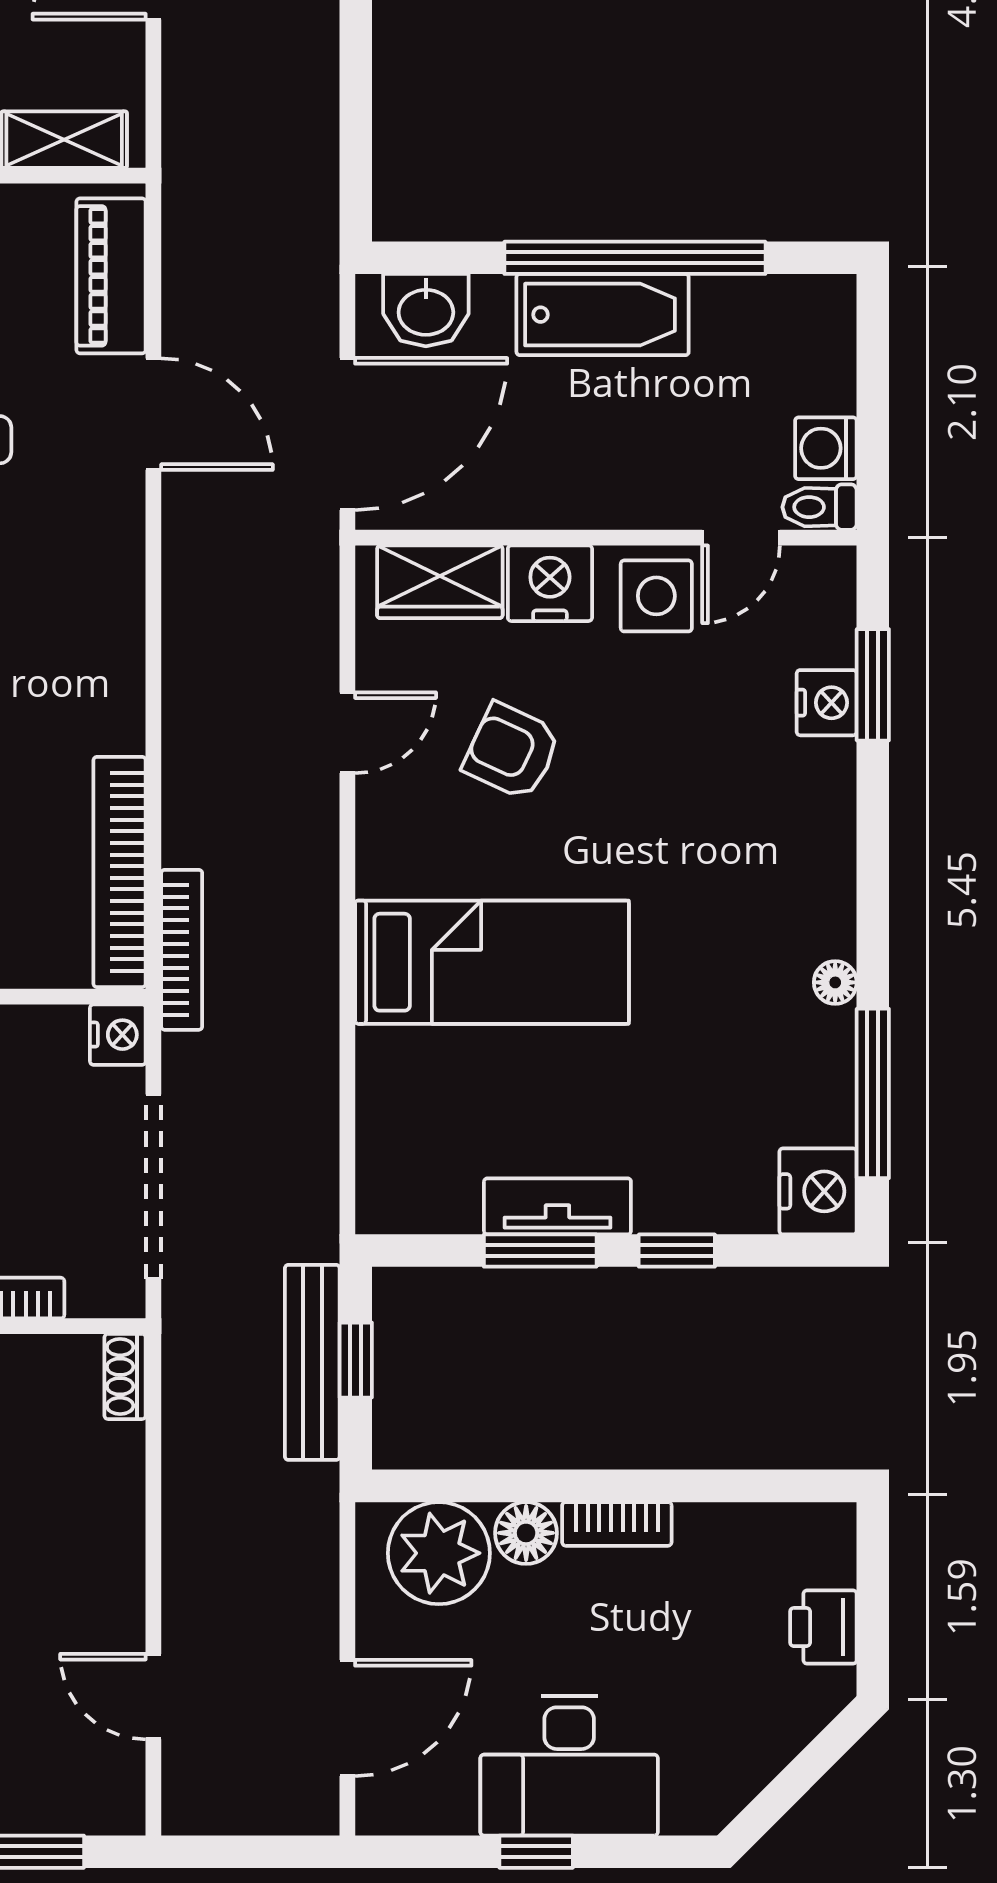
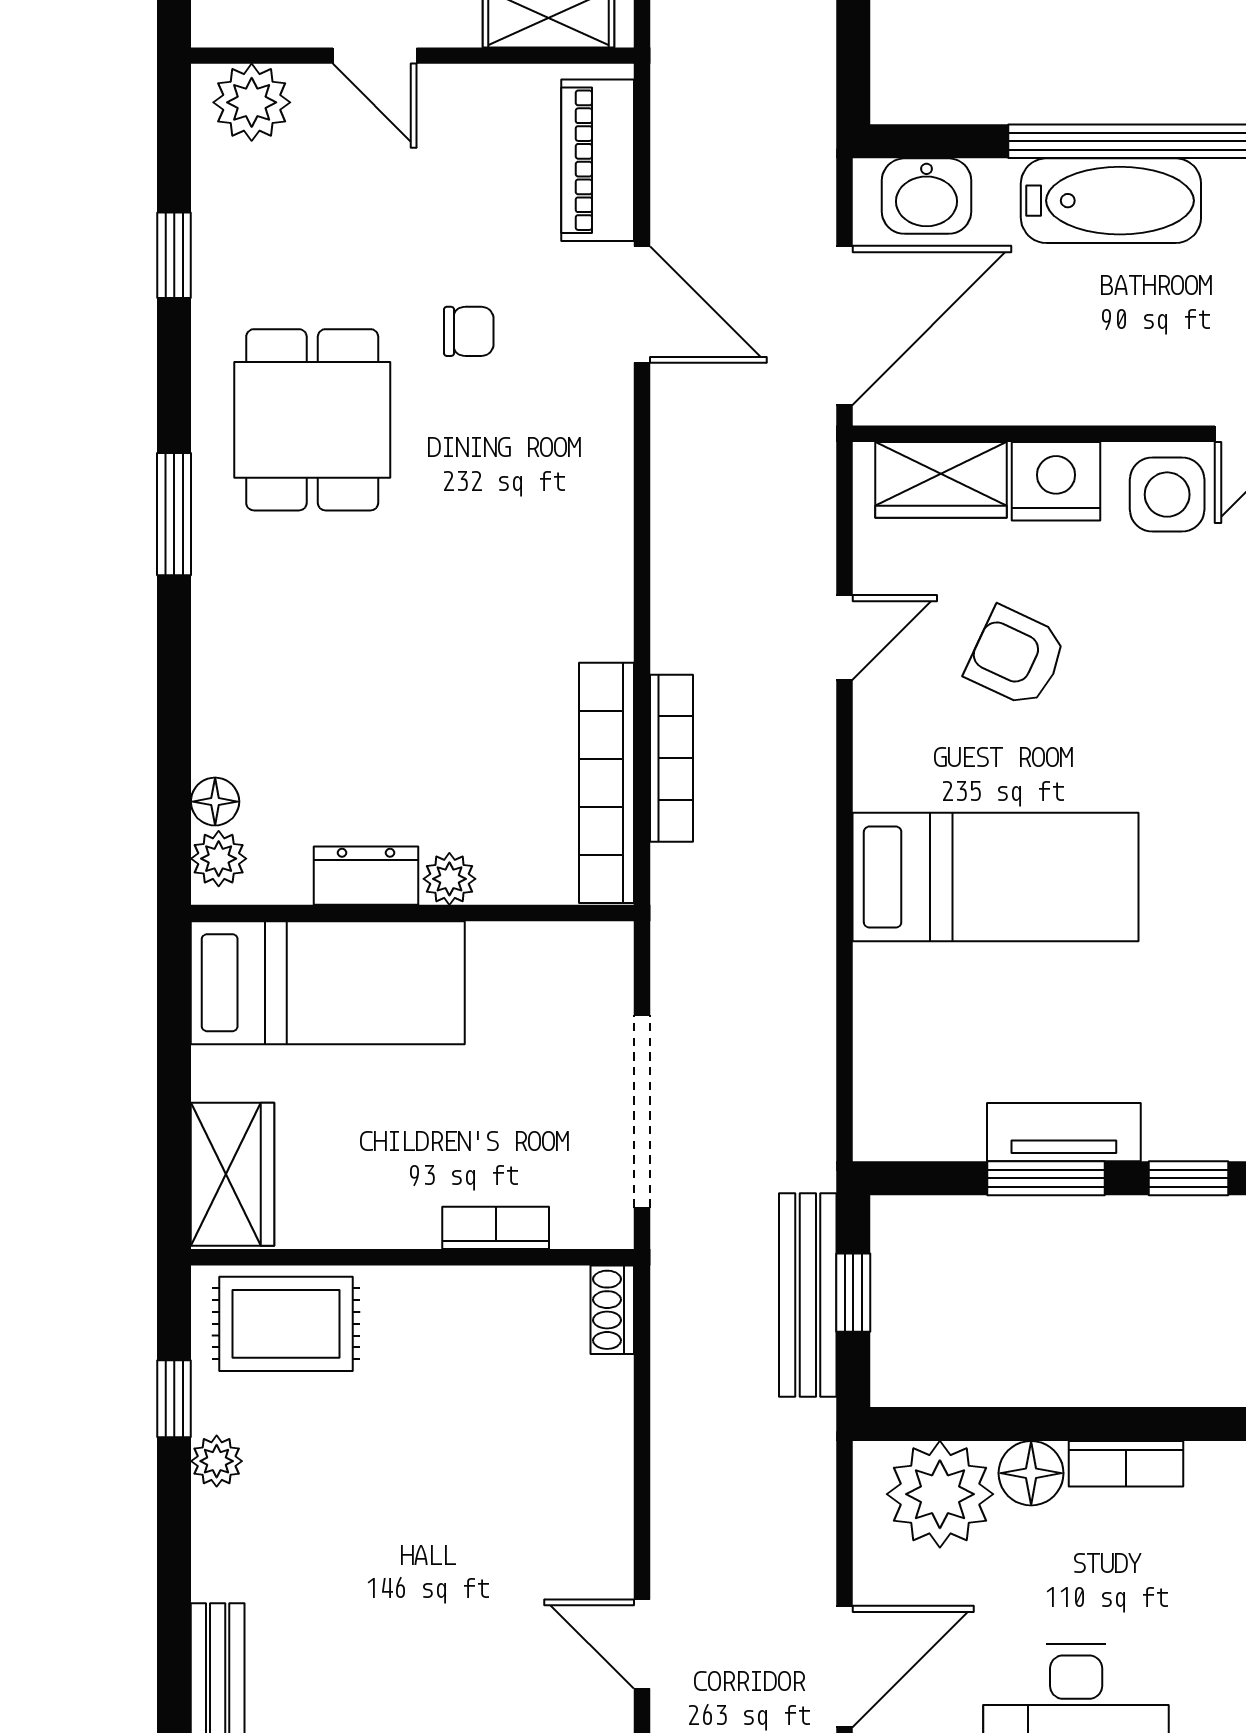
bookcase: (182, 950) -> (671, 758), moved
nightstand: (118, 1035) -> (605, 953), removed

